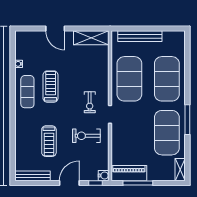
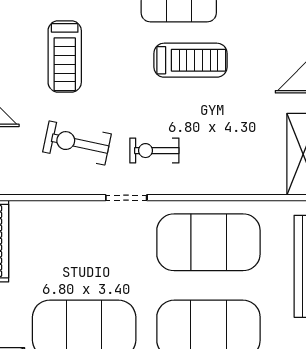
exercise bike: (86, 136) -> (77, 143), turned -78
treadmill: (49, 141) -> (65, 56), turned -90

